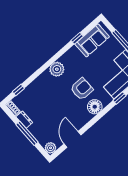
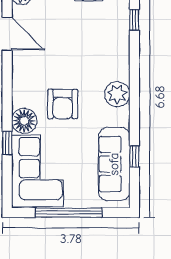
sofa: (92, 40) -> (114, 164), width x1.36
floor lamp: (95, 107) -> (24, 121), moved

